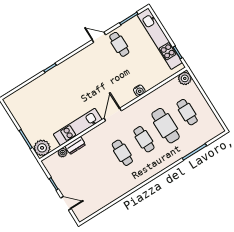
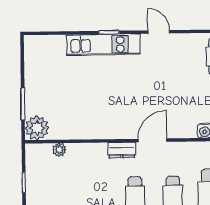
door: (99, 37) -> (159, 32), moved
kitchen unit: (78, 127) -> (103, 45), moved, turned 180
dresser: (75, 145) -> (122, 150), moved

